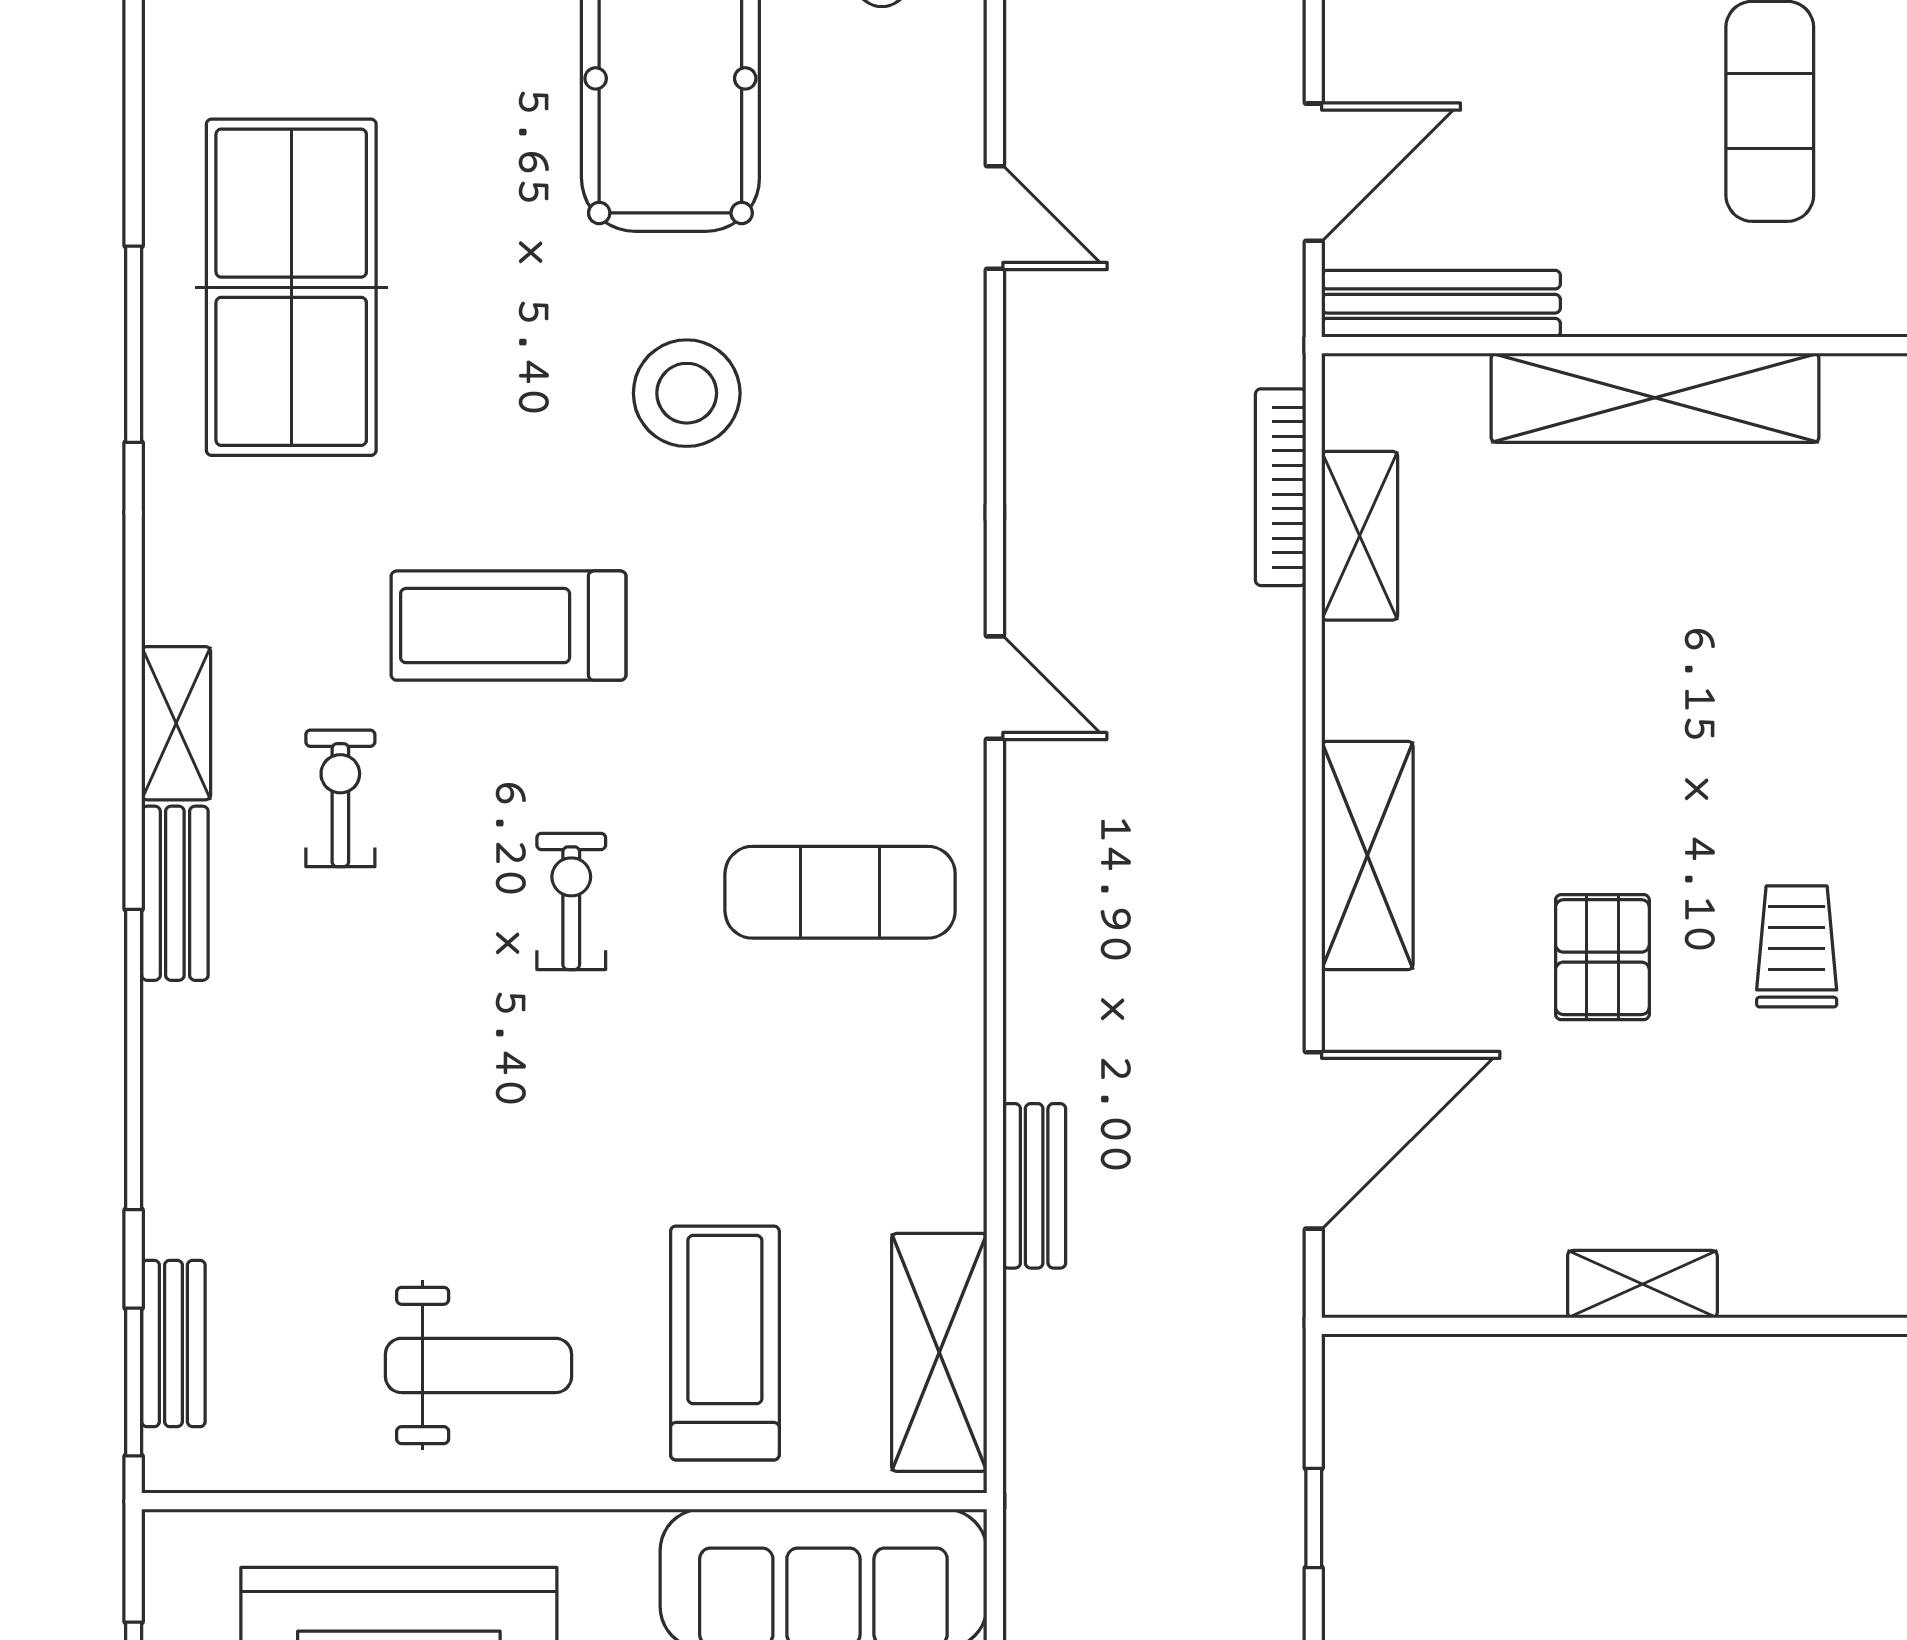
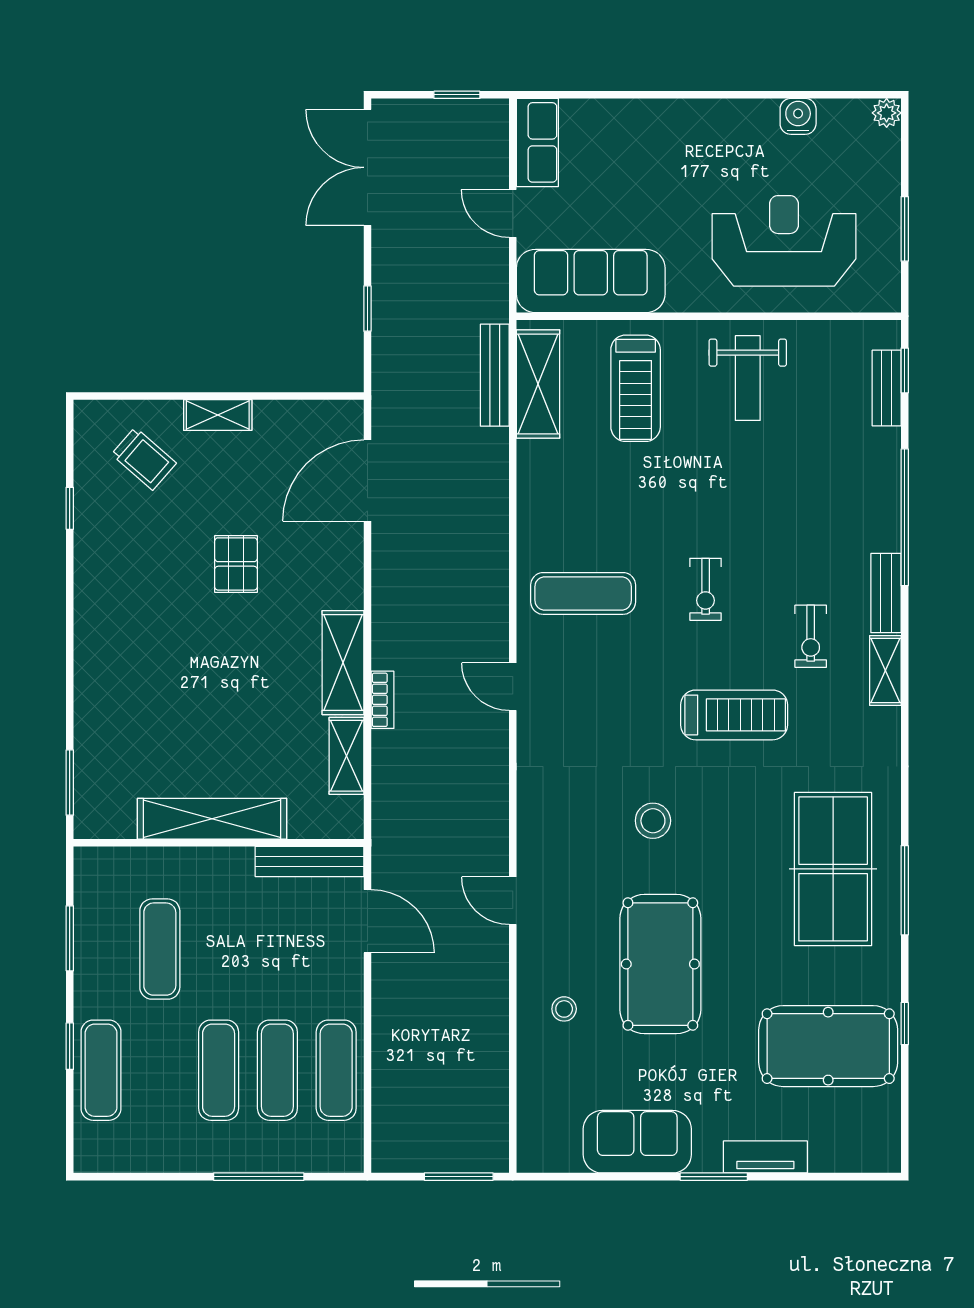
door: (1314, 172) -> (367, 921), swing flipped
window: (134, 344) -> (905, 890), moved
stool: (687, 393) -> (653, 821), width x0.73, depth x0.73
bookcase: (1281, 487) -> (383, 700), moved, width x0.64
shelving: (1367, 855) -> (343, 663), moved
trolley: (1797, 946) -> (144, 459), moved, turned -49
bench: (1034, 1186) -> (495, 375), moved, width x1.36
weight bench: (479, 1365) -> (748, 378), turned -90
window: (134, 1382) -> (905, 370), width x0.67

